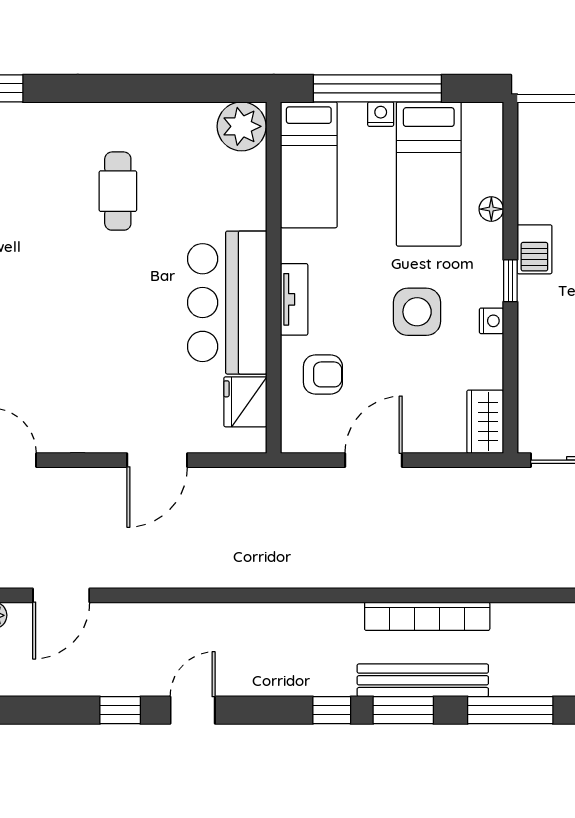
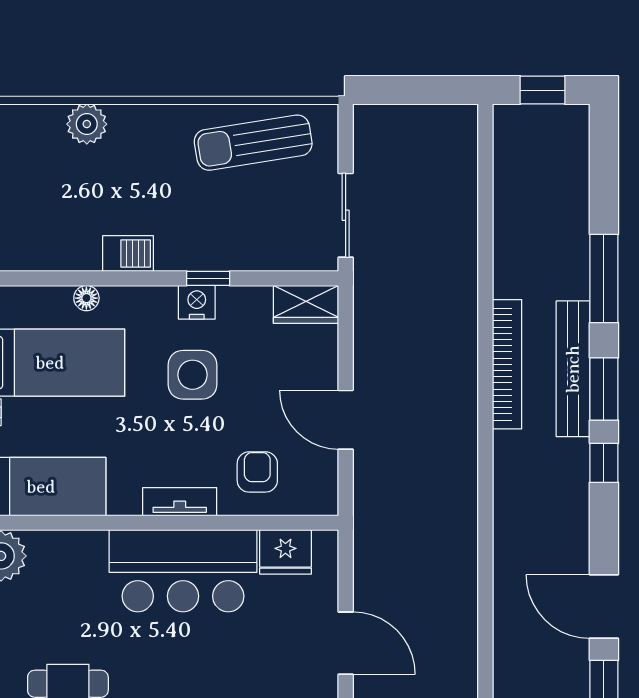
window: (510, 281) -> (208, 278), moved
nightstand: (491, 321) -> (197, 302), width x1.39, depth x1.35
door: (193, 710) -> (604, 607), width x1.38

